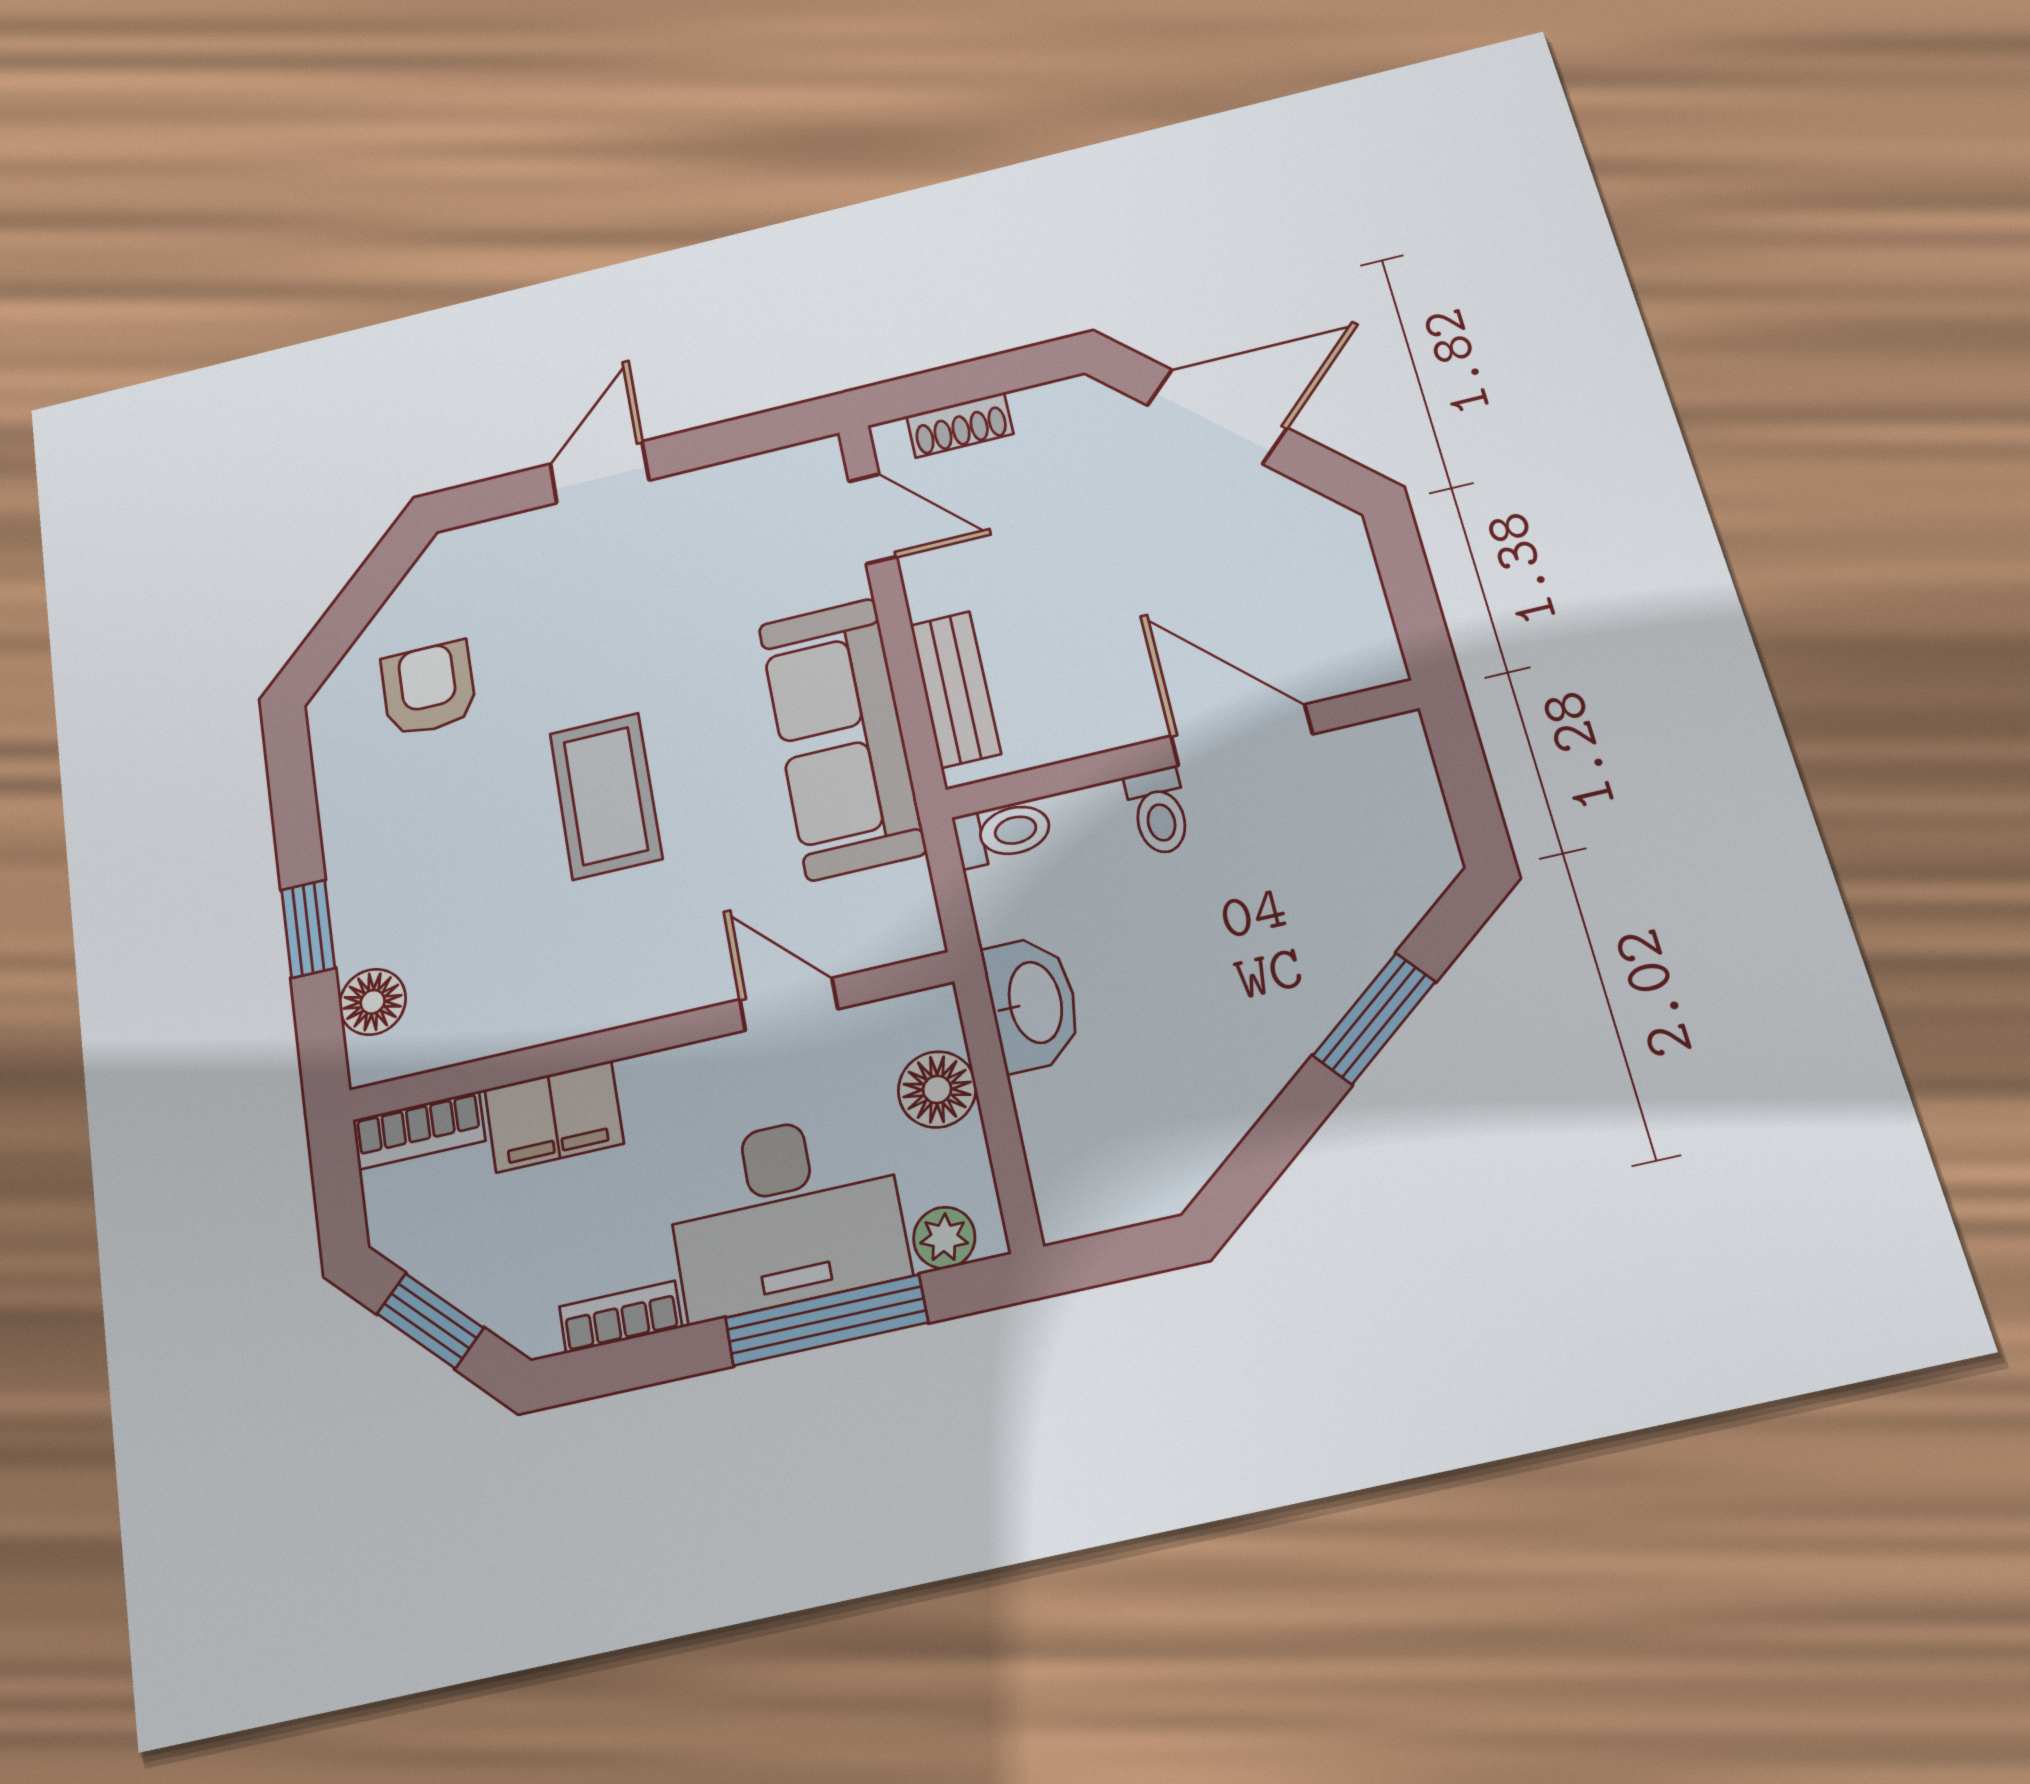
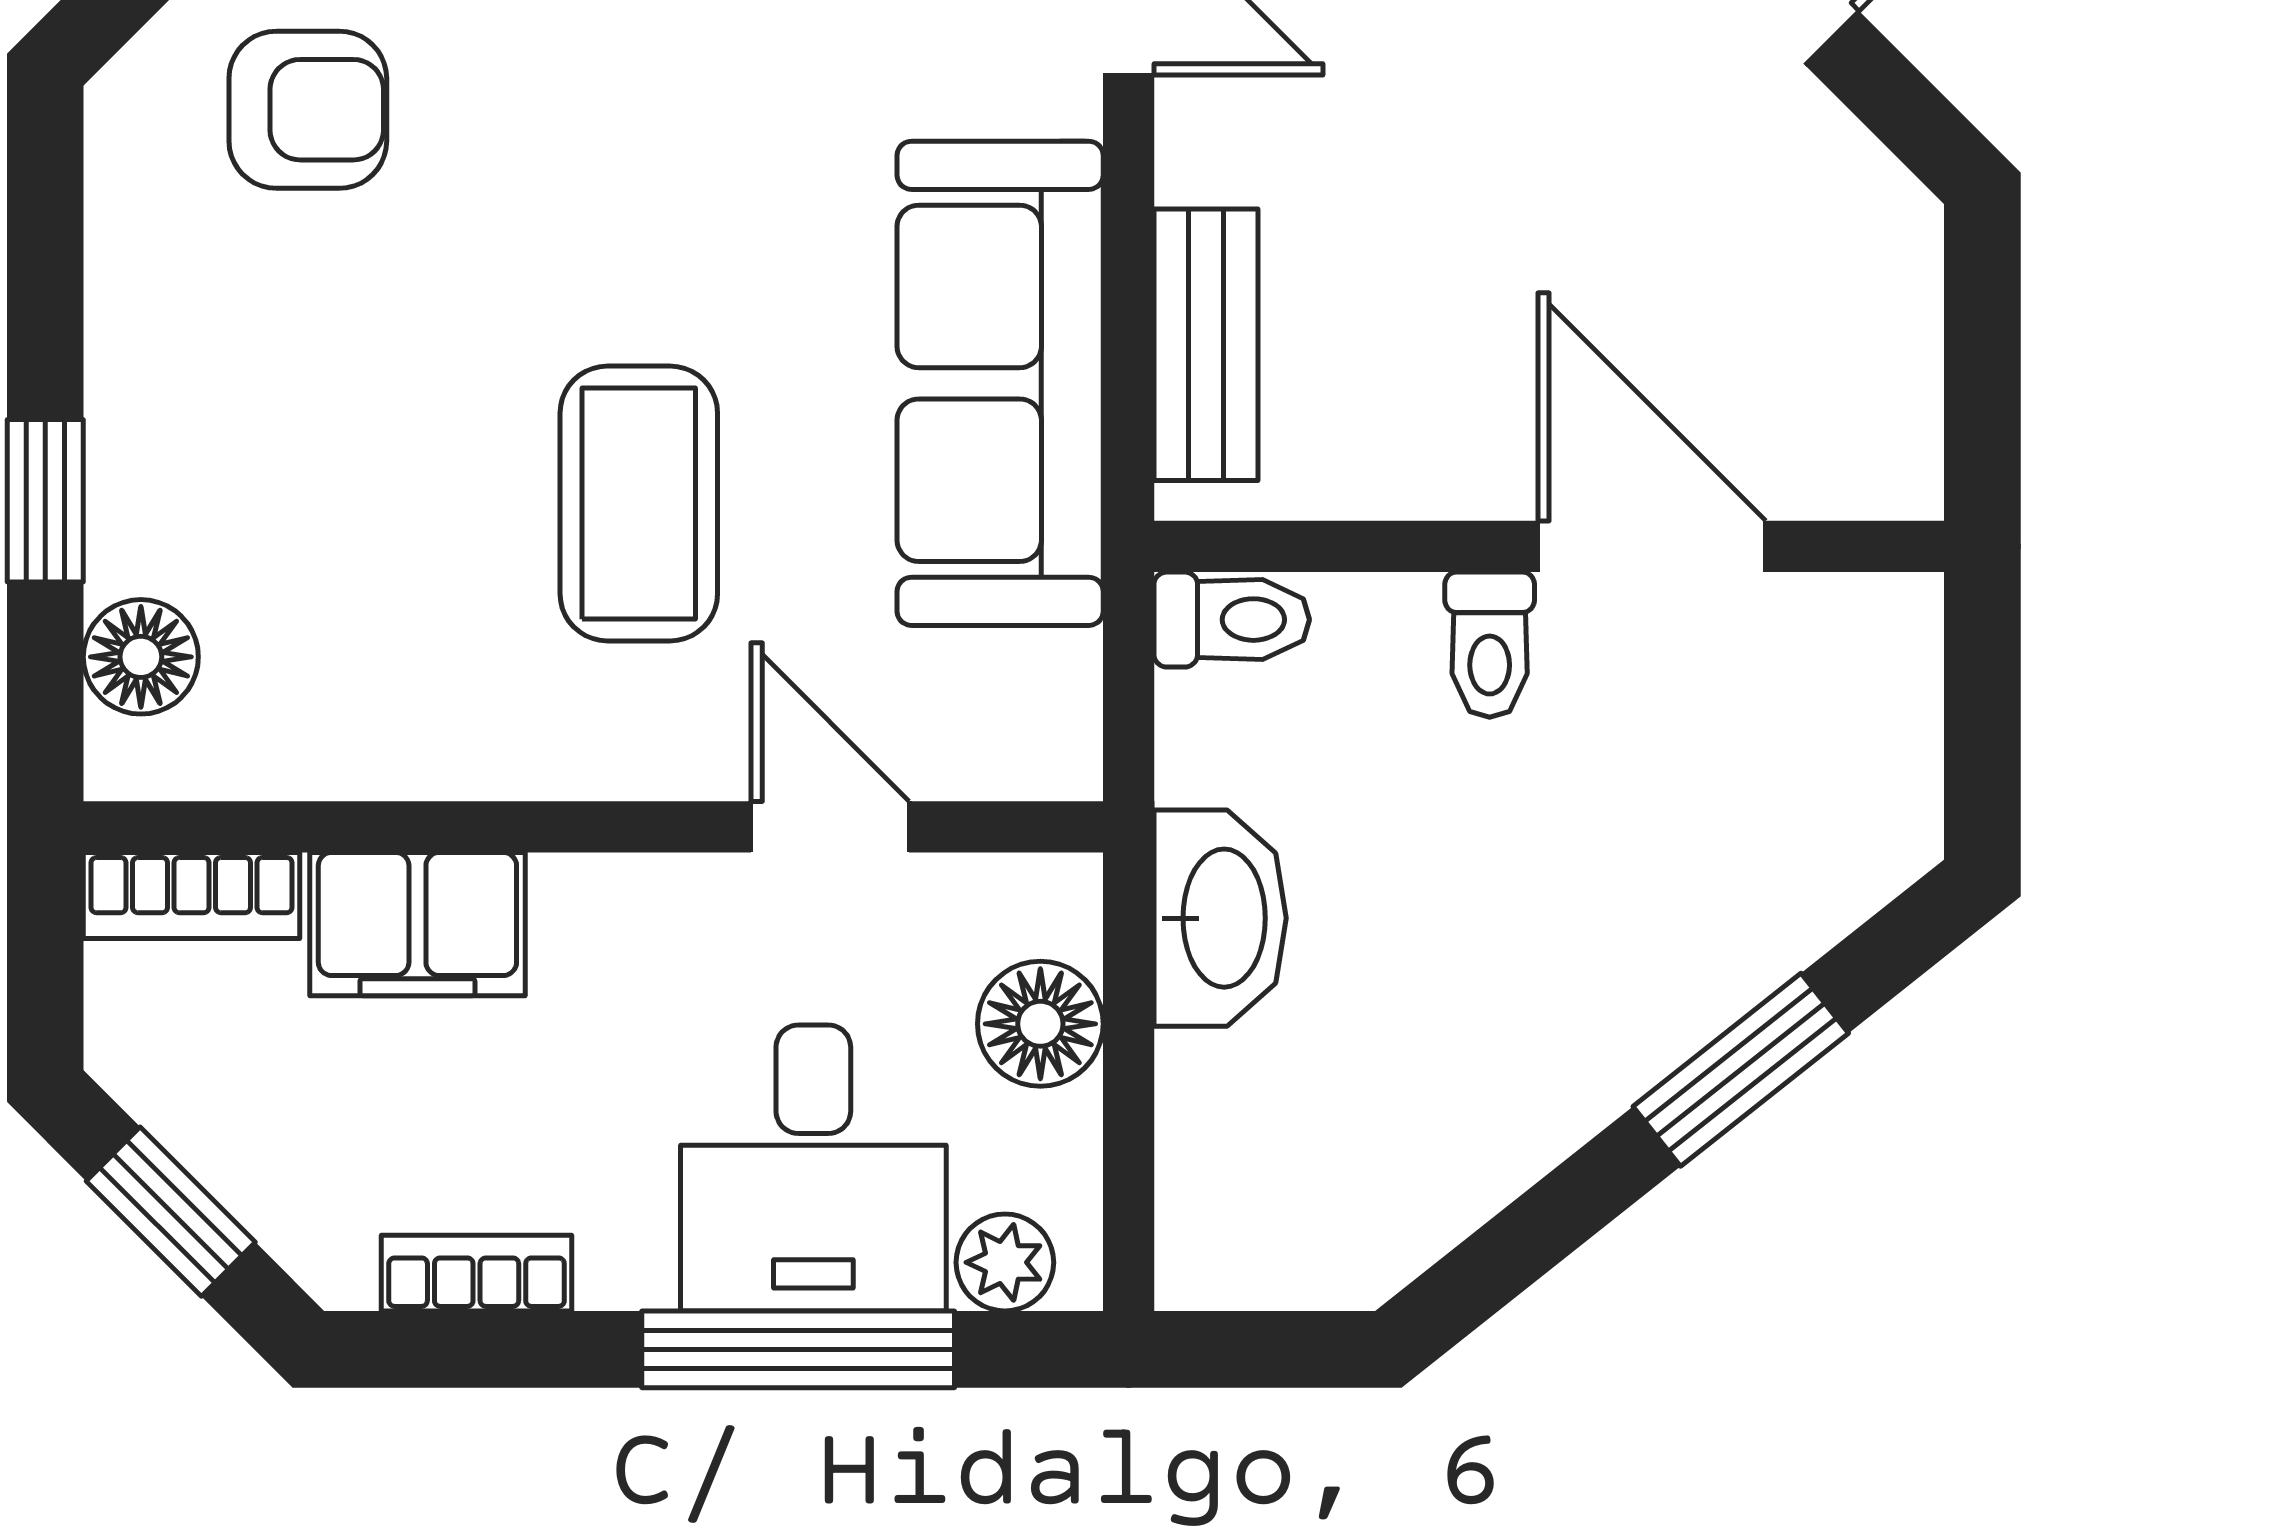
armchair: (428, 689) -> (308, 110), turned 90
coffee table: (606, 796) -> (639, 503), moved
desk: (785, 1213) -> (813, 1168), width x0.73

